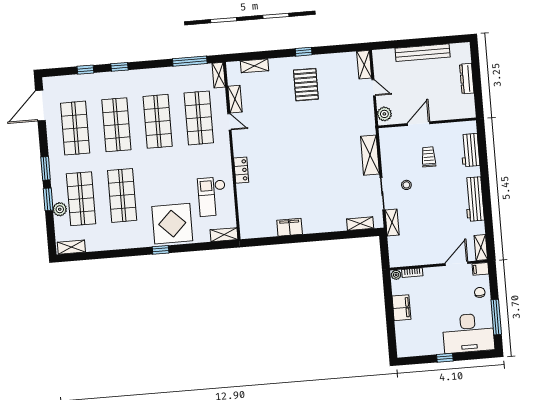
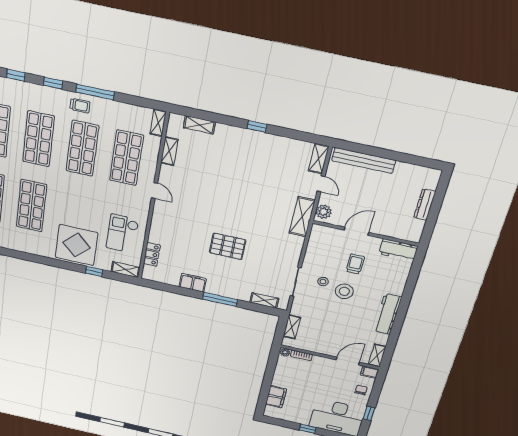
bench: (423, 53) -> (364, 160), moved
window: (190, 61) -> (95, 92), moved
trolley: (147, 81) -> (80, 106), added
pallet: (306, 85) -> (228, 246), moved, turned 90
door: (229, 122) -> (154, 190), moved
workbench: (470, 150) -> (398, 250), moved, turned -90
shelving: (370, 155) -> (302, 217), moved
locker: (241, 170) -> (152, 254), moved
stool: (428, 189) -> (344, 291), added
shelving: (392, 223) -> (292, 327), moved
window: (319, 237) -> (220, 299), added
window: (161, 250) -> (94, 271), moved
filing cabinet: (401, 308) -> (276, 397), moved
window: (496, 317) -> (369, 413), width x0.46

